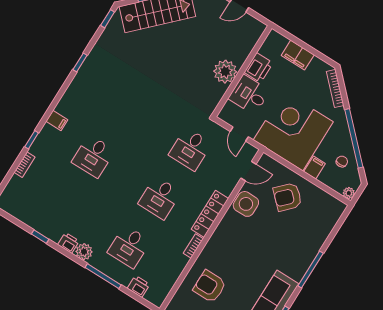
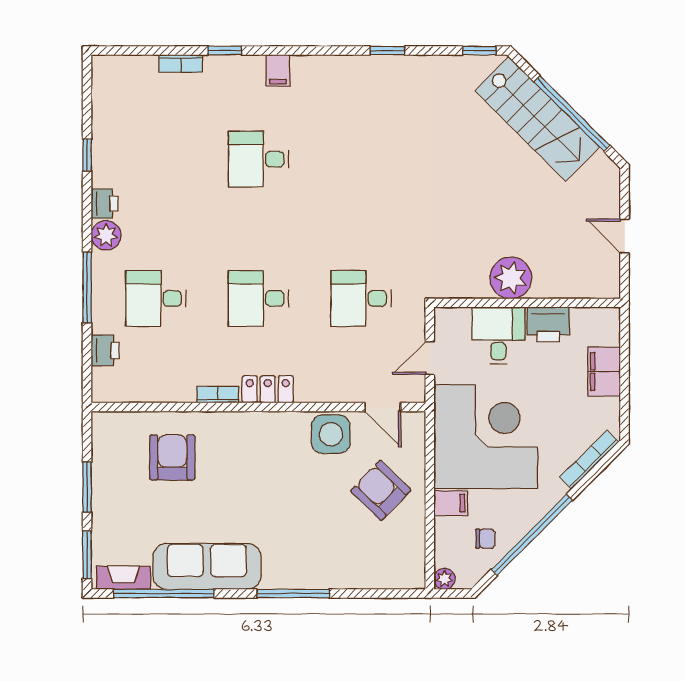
locker: (210, 214) -> (268, 389), width x0.66

